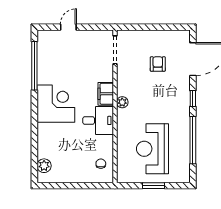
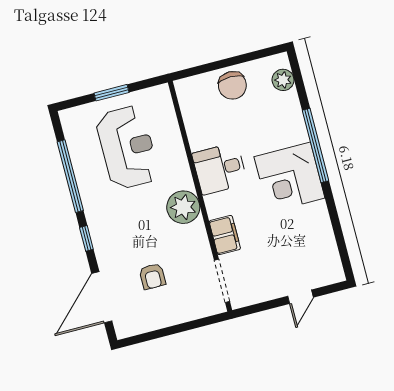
window: (34, 66) -> (316, 146), moved
filing cabinet: (106, 94) -> (225, 235), moved
plant: (122, 102) -> (183, 207), width x1.87, depth x1.87
chair: (101, 164) -> (232, 85), moved, width x1.87, depth x1.87

